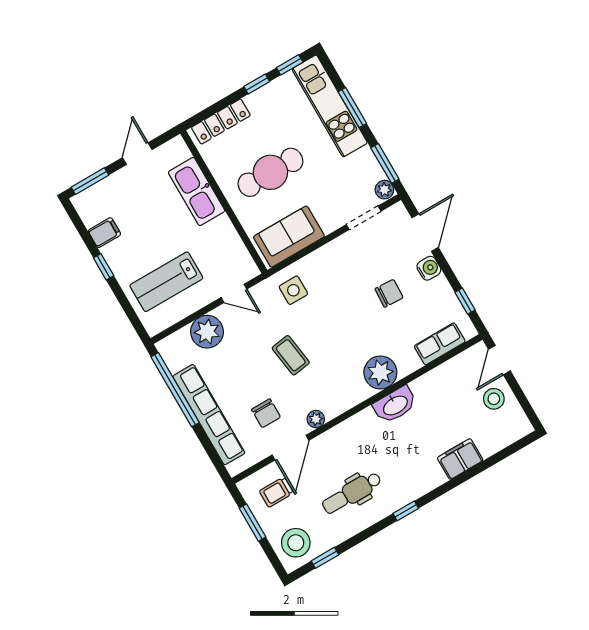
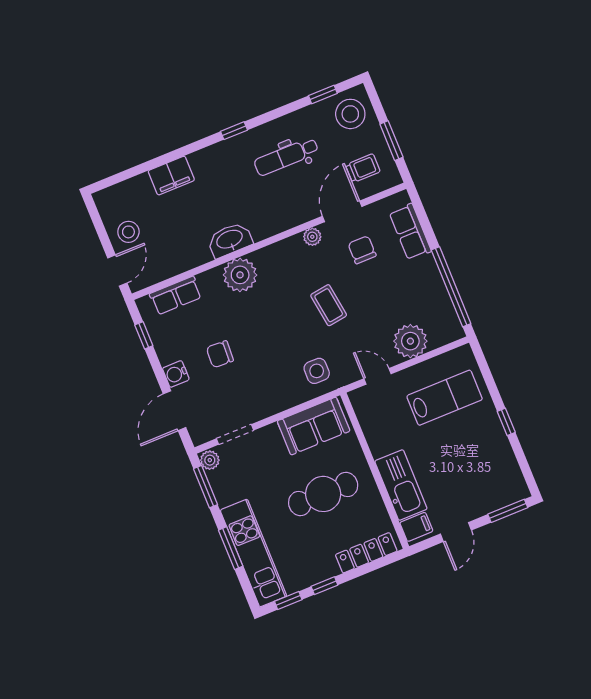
filing cabinet: (104, 233) -> (416, 527), moved, turned 180
row of seats: (209, 415) -> (410, 232), width x0.50
dental chair: (352, 493) -> (286, 157), turned 180

